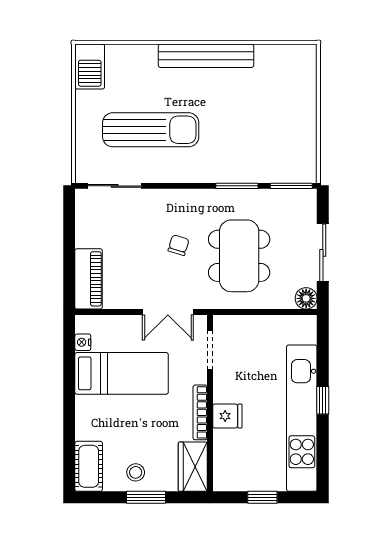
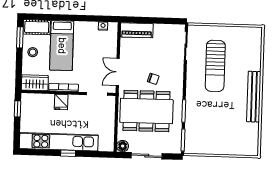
barbecue: (90, 66) -> (250, 34), removed
dining table: (239, 256) -> (146, 111), width x1.36, depth x1.24
bed: (122, 373) -> (62, 46), moved
window: (146, 497) -> (20, 37), moved
window: (262, 497) -> (18, 109), moved

